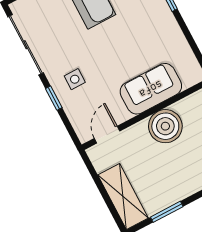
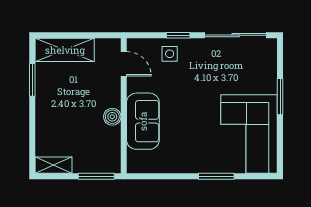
side table: (75, 79) -> (170, 54), moved
boiler: (165, 126) -> (112, 117), width x0.54, depth x0.54

